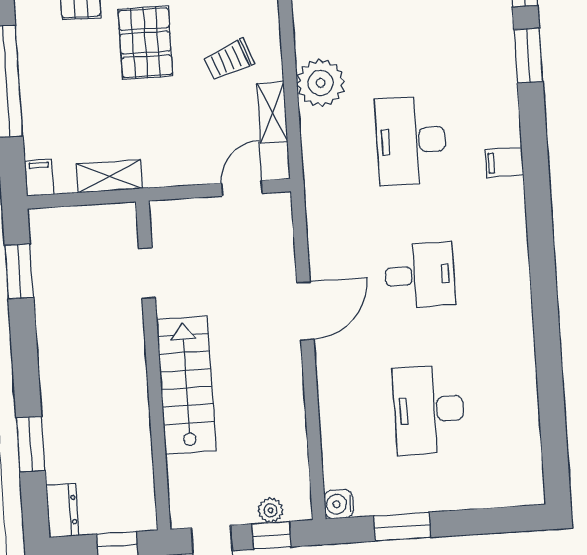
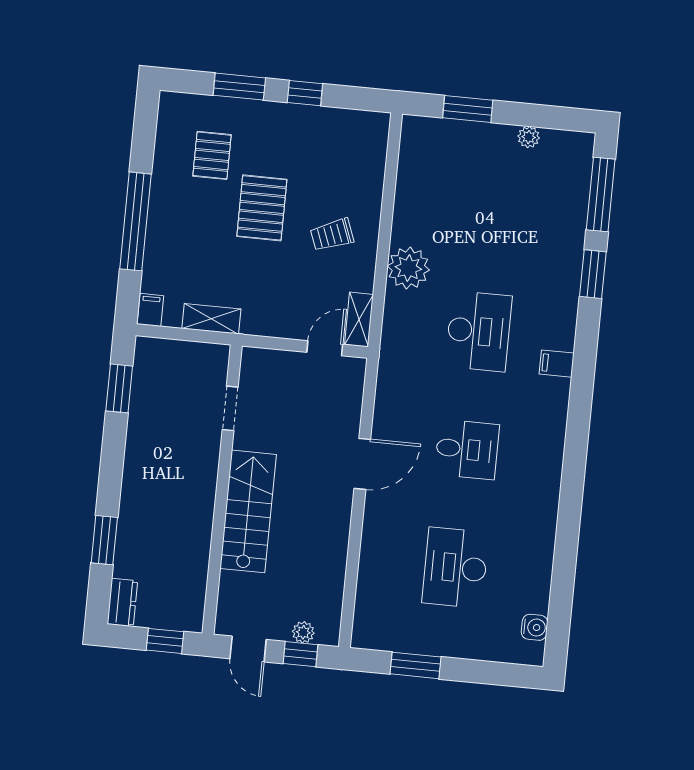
shelving: (272, 112) -> (359, 319), moved
desk: (411, 141) -> (479, 331), turned 180
water cooler: (339, 504) -> (535, 627), moved, turned 180

